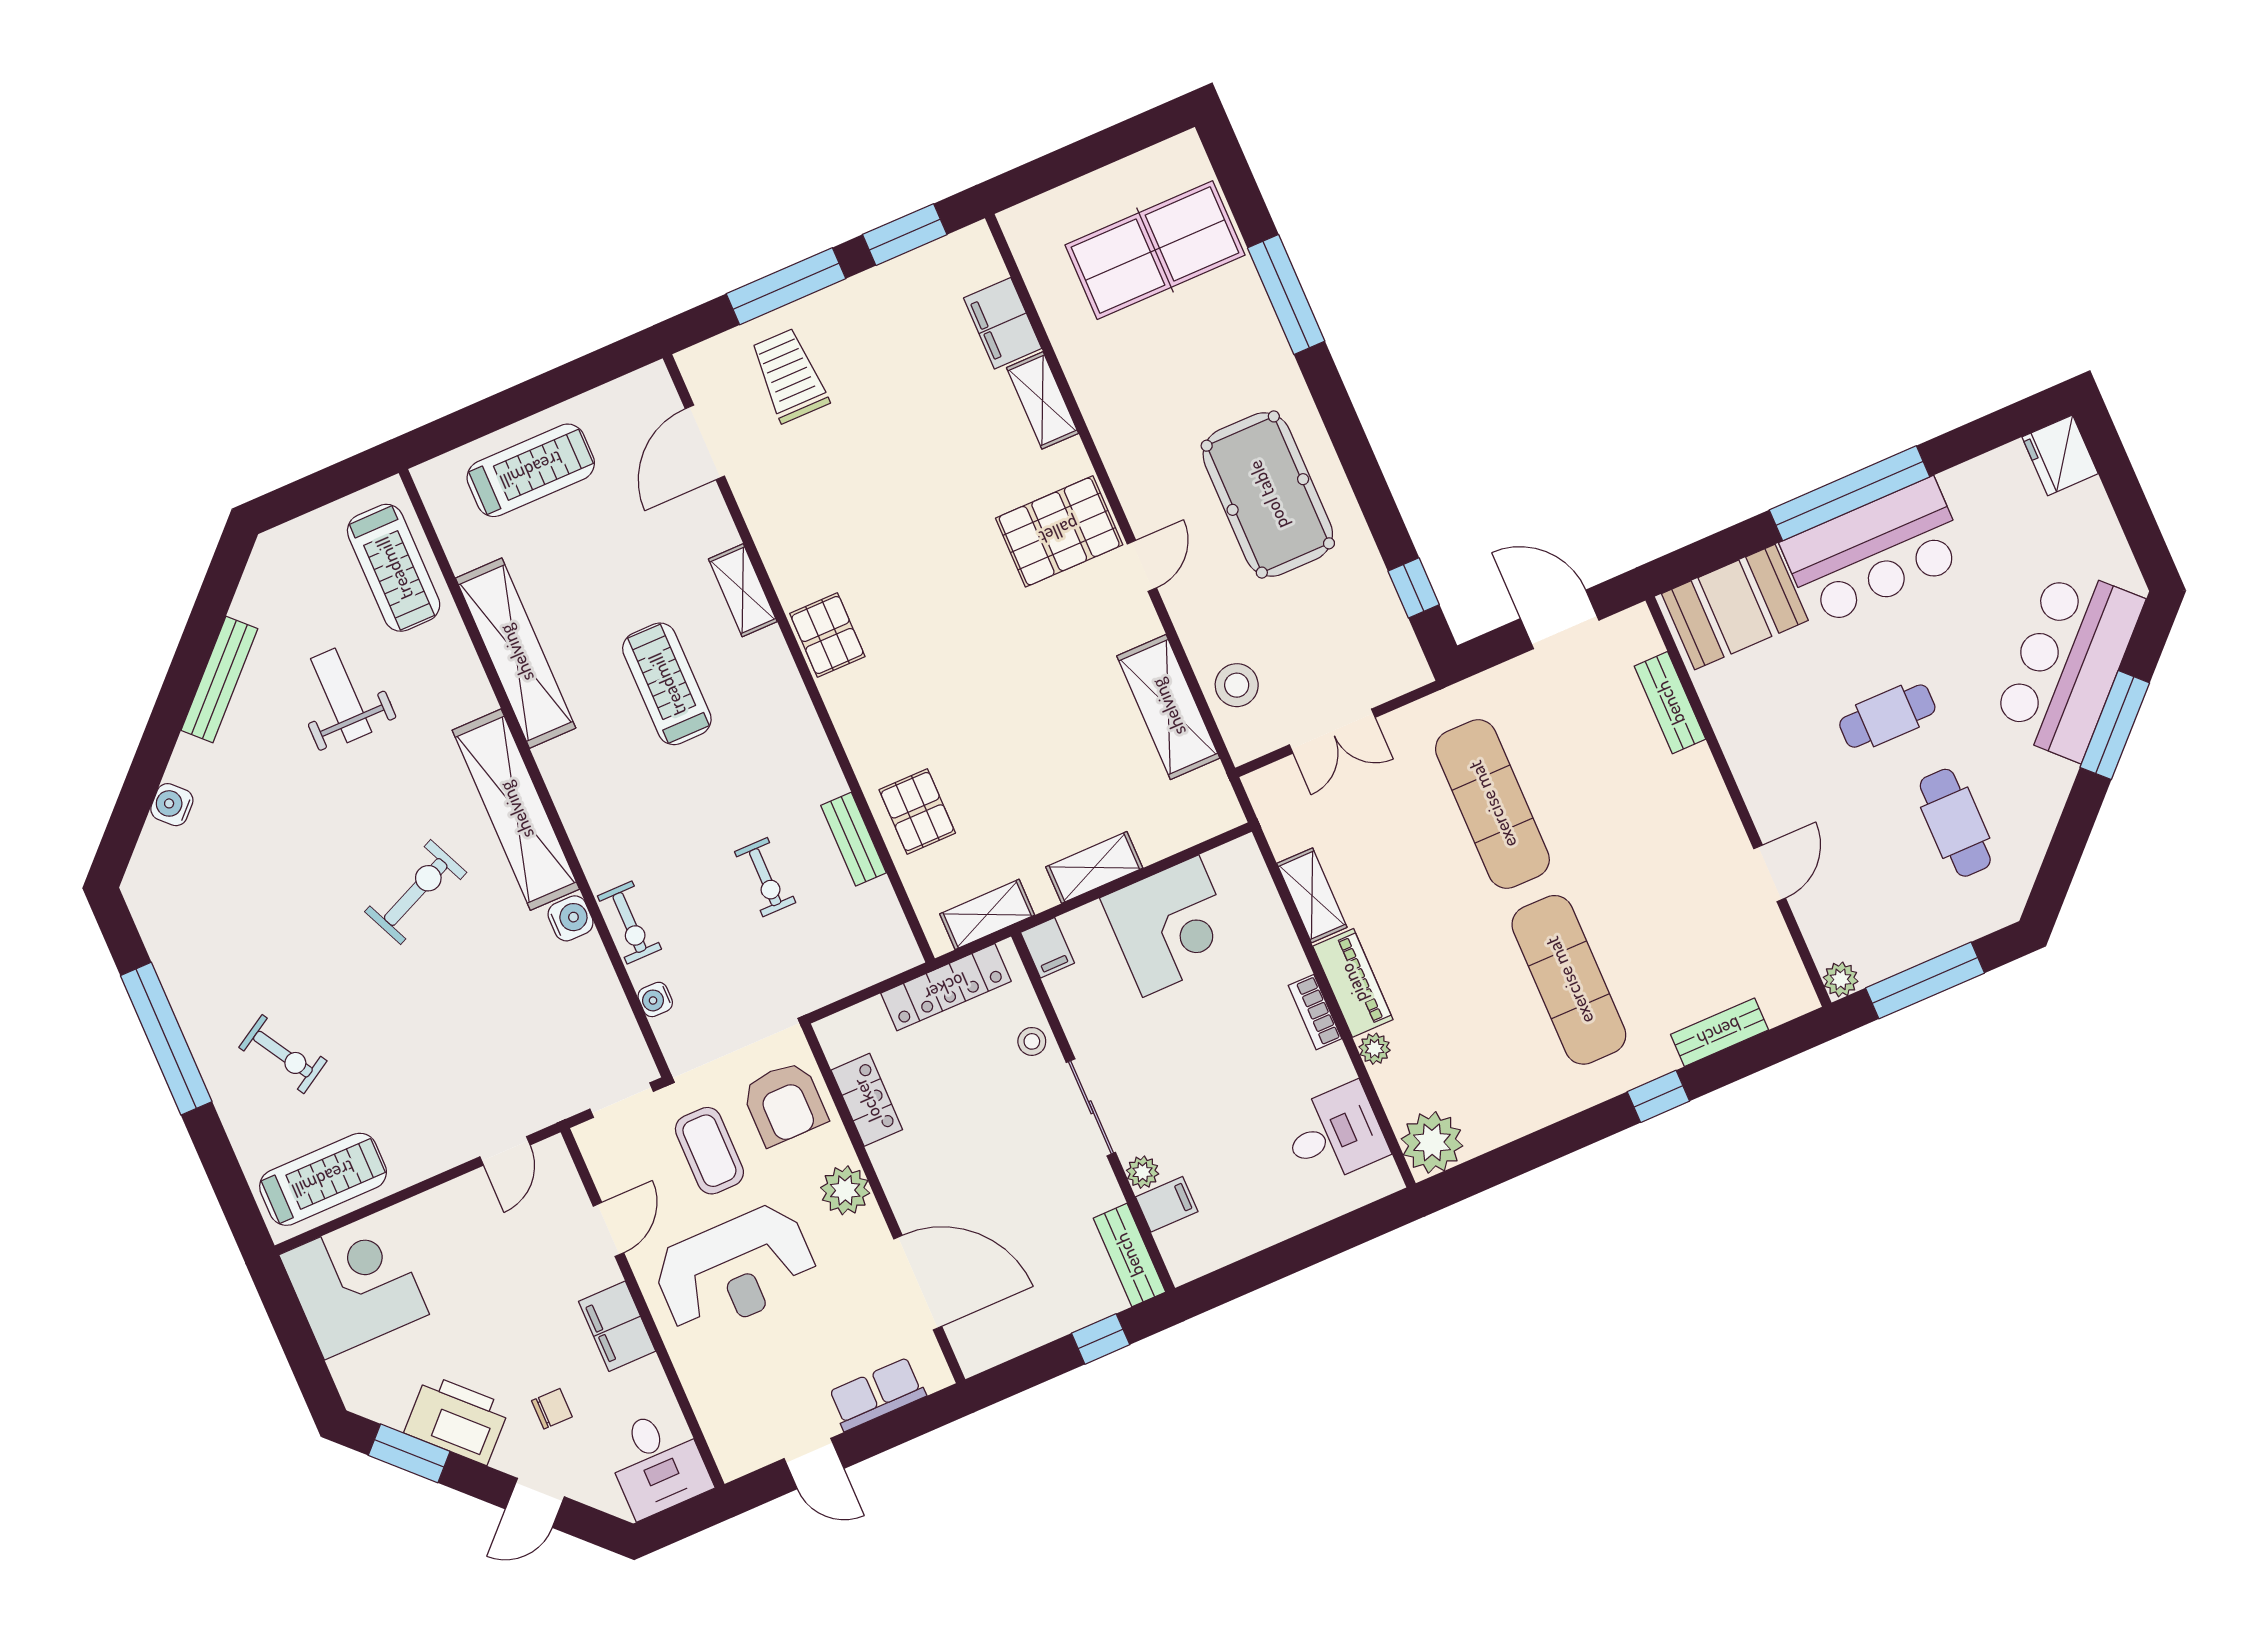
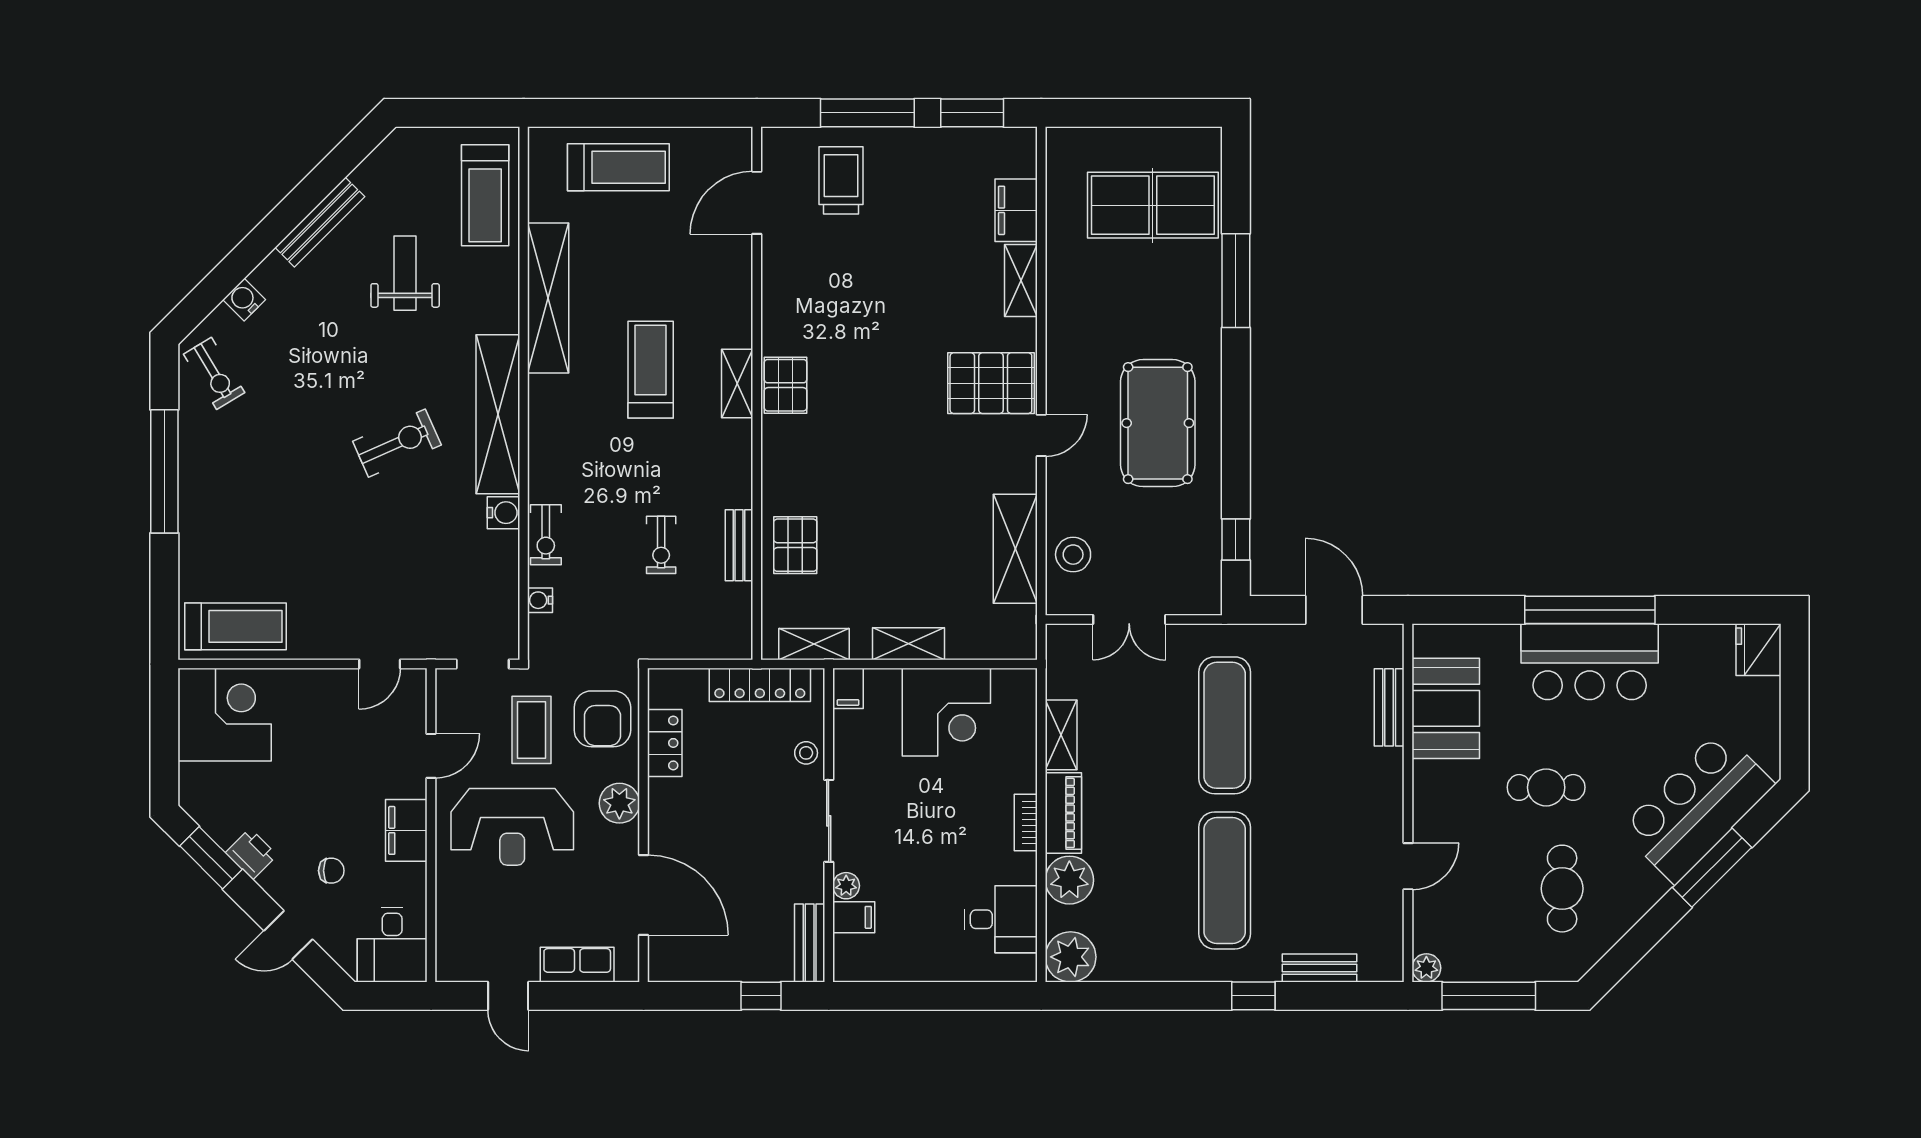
shelving: (743, 590) -> (737, 383), moved
booth: (1735, 607) -> (1446, 708), moved, turned 90
plant: (1375, 1049) -> (1069, 880), width x1.87, depth x1.87
exercise bike: (283, 1054) -> (214, 373), moved
printer: (457, 1419) -> (251, 854), width x0.53, depth x0.68

